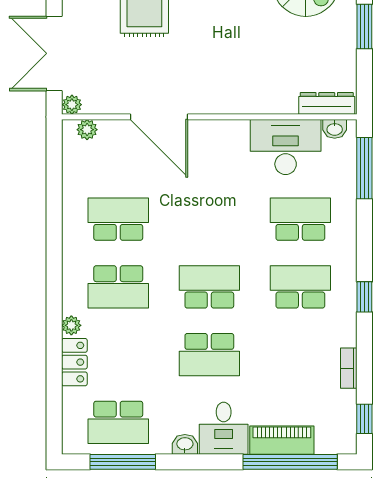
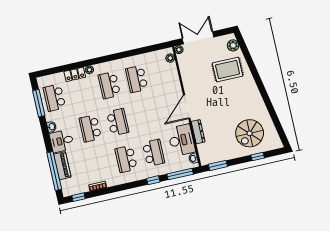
window: (364, 27) -> (218, 165), moved
dresser: (327, 103) -> (198, 132), moved
door: (159, 117) -> (187, 107), moved
school desk: (118, 219) -> (137, 79), turned 180
school desk: (300, 287) -> (126, 159), turned 180
window: (364, 297) -> (153, 180), moved

